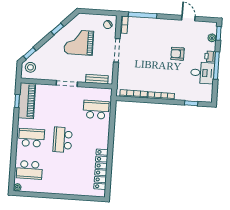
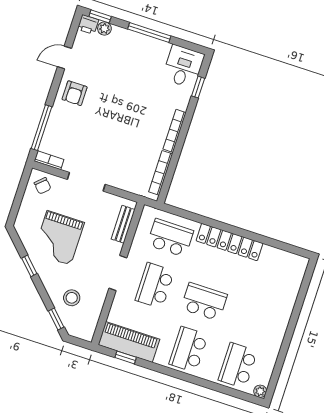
armchair: (177, 54) -> (75, 93), moved
printer: (210, 56) -> (88, 24), moved
stool: (30, 67) -> (72, 298), moved
desk: (202, 73) -> (183, 67), moved
school desk: (65, 108) -> (155, 286), added
school desk: (96, 110) -> (170, 238), turned 90
school desk: (63, 140) -> (204, 302), turned 180
locker: (101, 169) -> (230, 242), moved
school desk: (29, 170) -> (238, 366), turned 180

